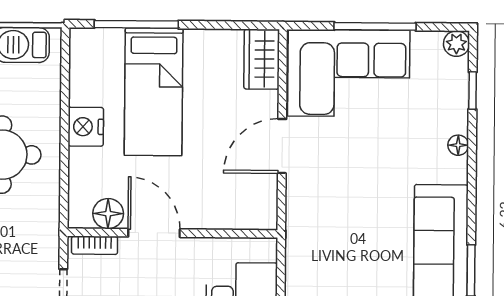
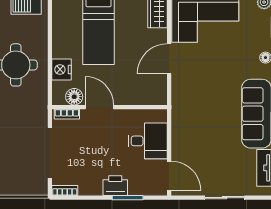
nightstand: (86, 127) -> (62, 69), moved

